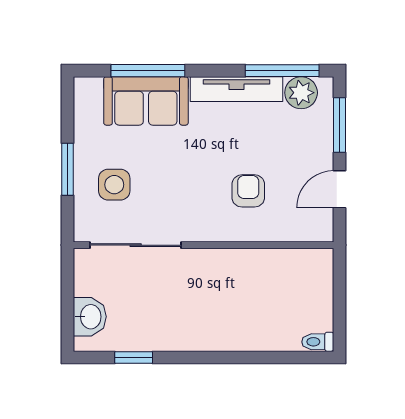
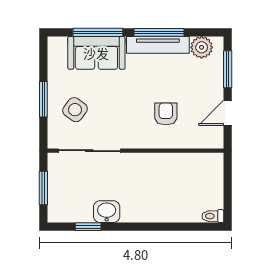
window: (282, 71) -> (159, 32), moved
side table: (114, 185) -> (75, 110), turned 36
window: (68, 300) -> (43, 188), added
washbasin: (90, 317) -> (107, 212), moved, turned -90

